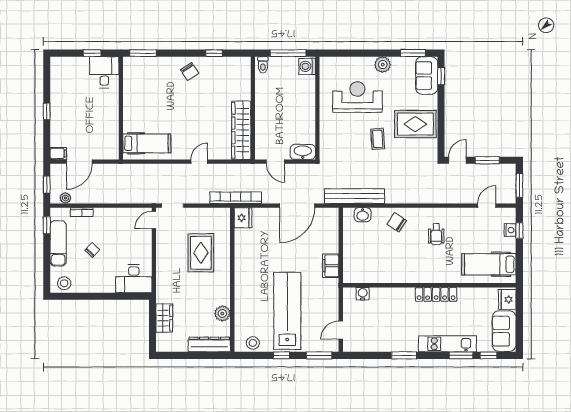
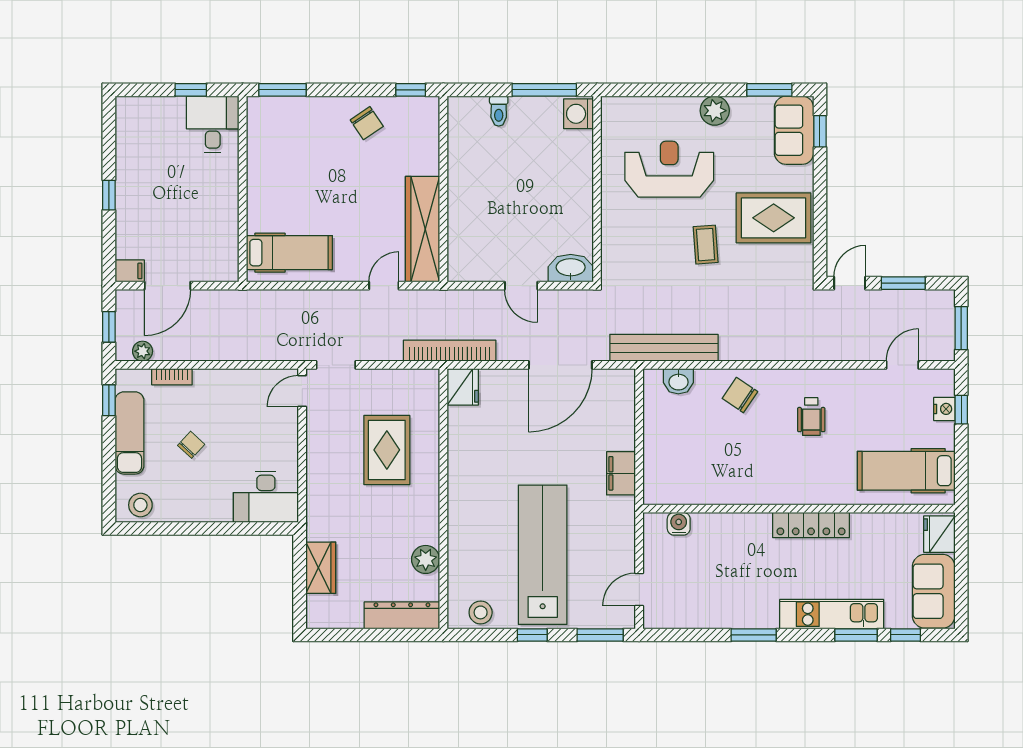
wall: (253, 108) -> (443, 189), moved
wardrobe: (241, 130) -> (423, 229), moved

